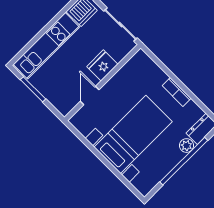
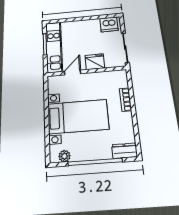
kitchen unit: (46, 46) -> (54, 47), moved, turned -90
bookcase: (177, 92) -> (126, 100), moved
plant: (186, 146) -> (64, 156), moved

